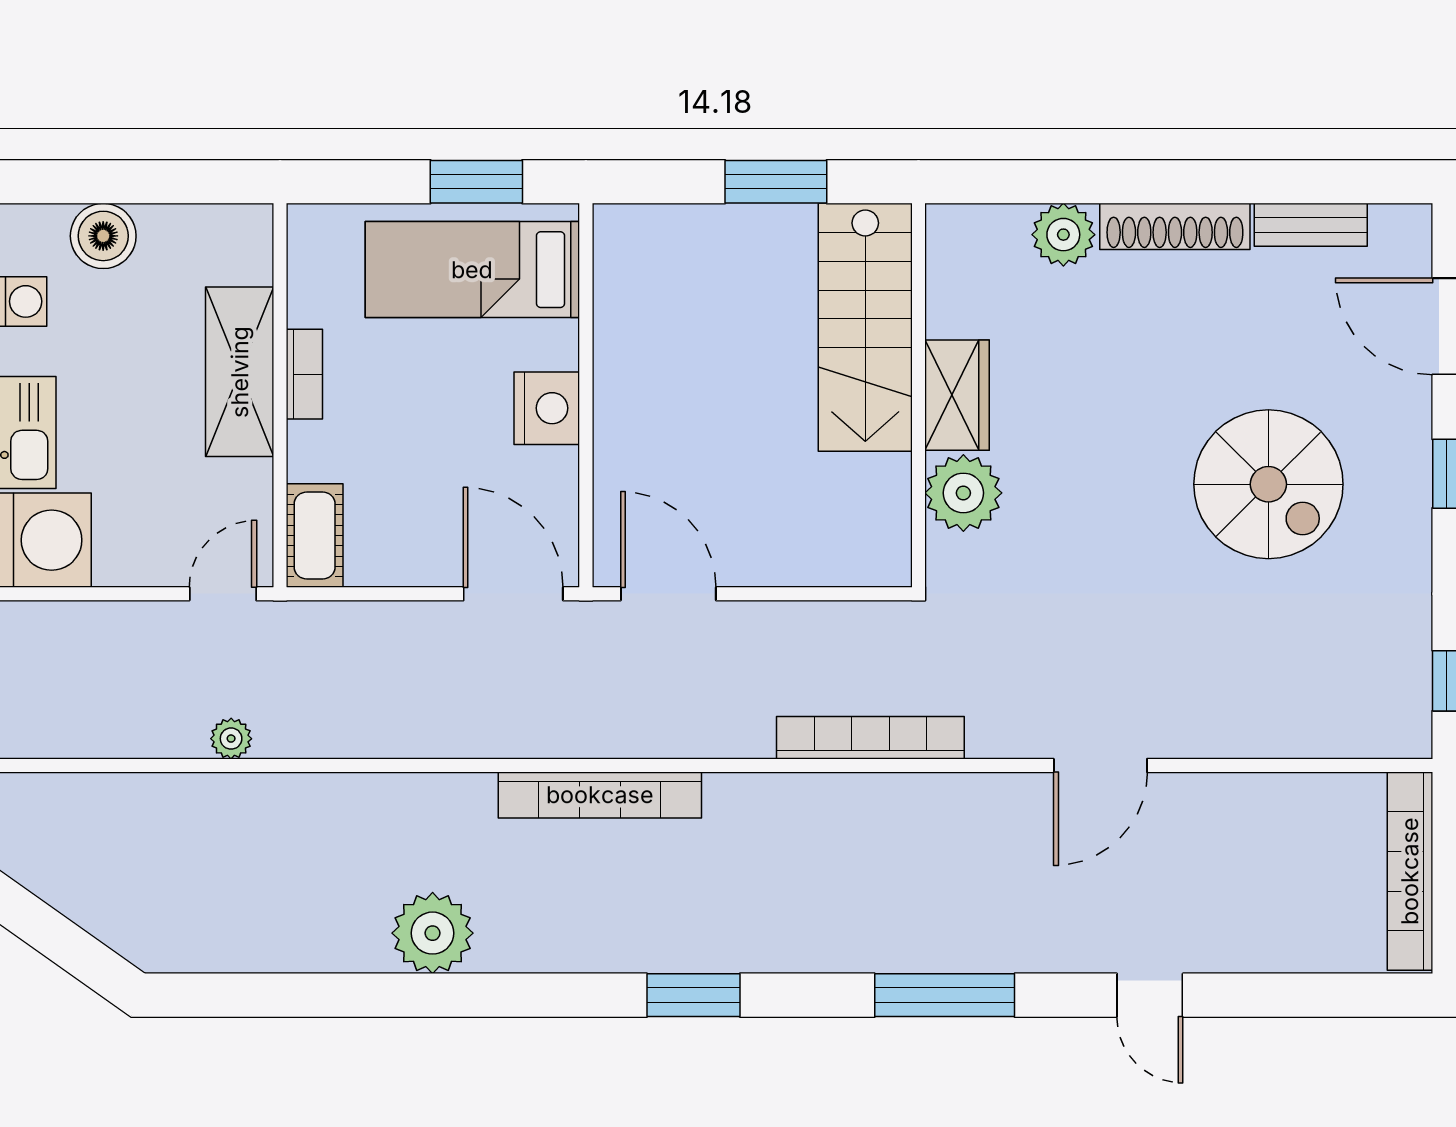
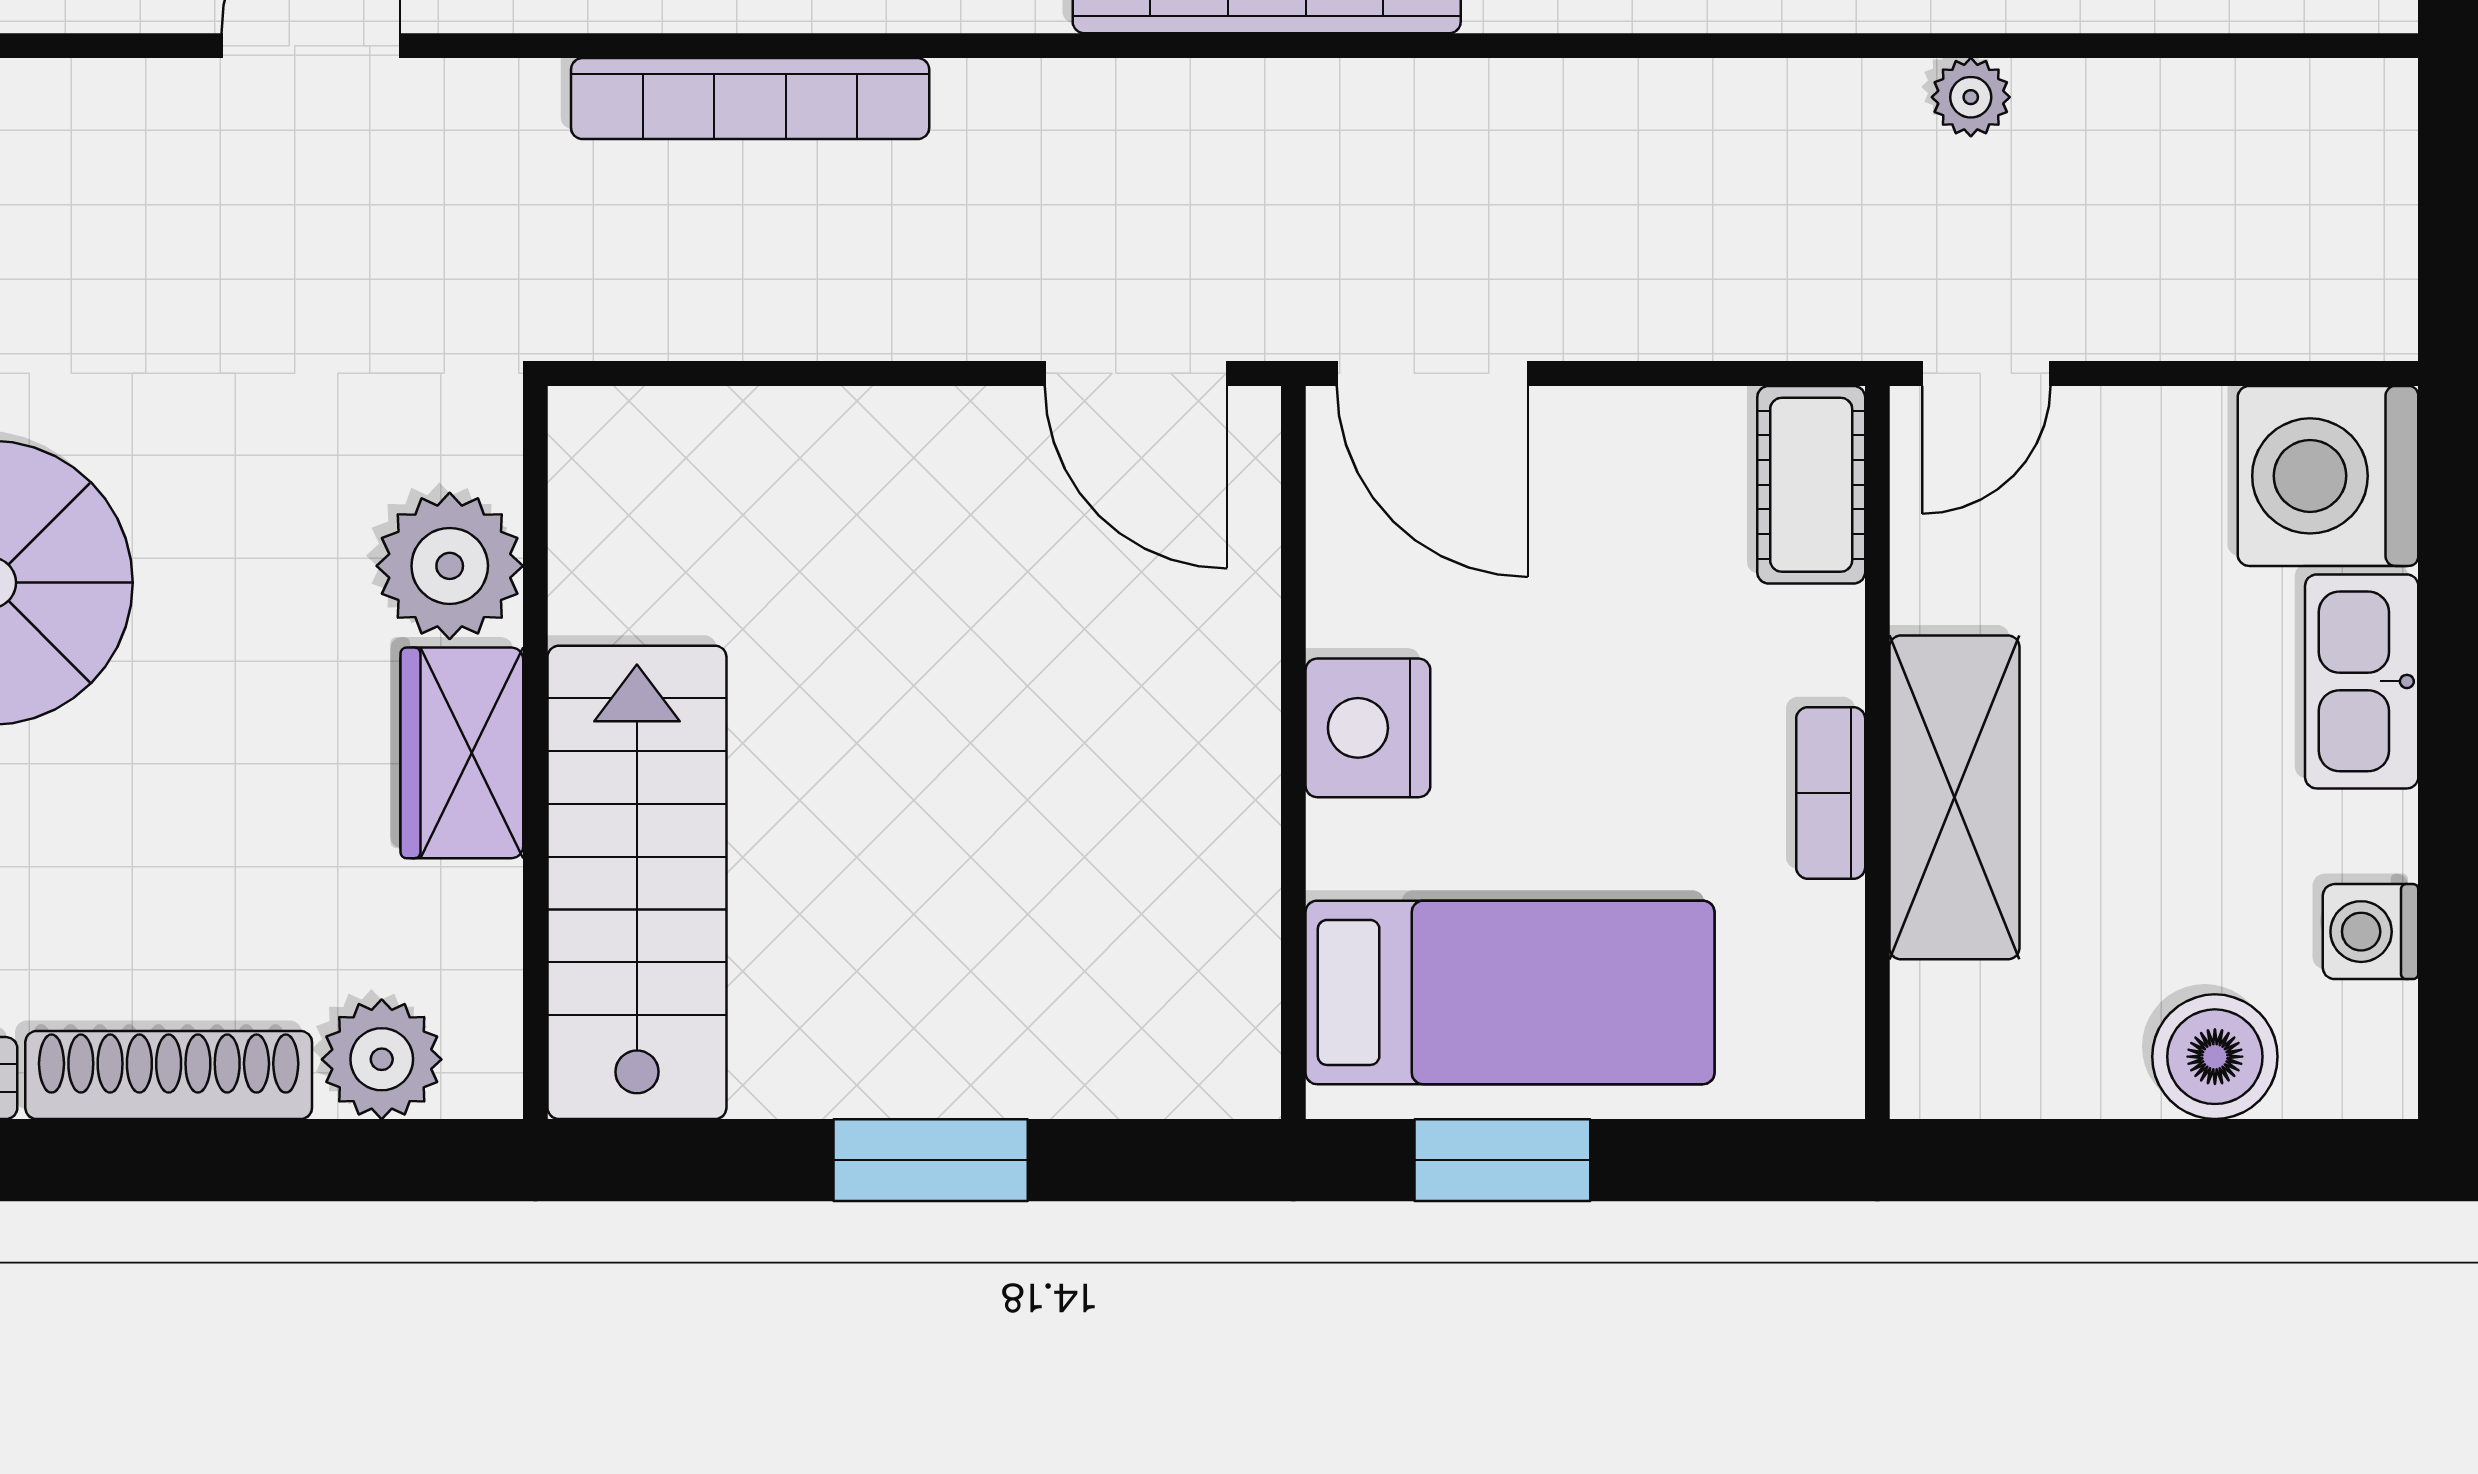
stairs: (865, 327) -> (637, 882), moved
wall: (919, 395) -> (535, 753), moved
wardrobe: (957, 395) -> (462, 753), moved
plant: (963, 493) -> (450, 566), moved

